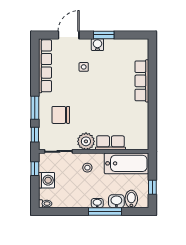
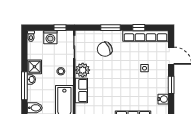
water cooler: (97, 45) -> (163, 99), moved
chair: (61, 115) -> (105, 49), turned -116
window: (35, 135) -> (139, 28), moved
shower: (82, 199) -> (34, 67), added
washbasin: (116, 201) -> (33, 95), removed

